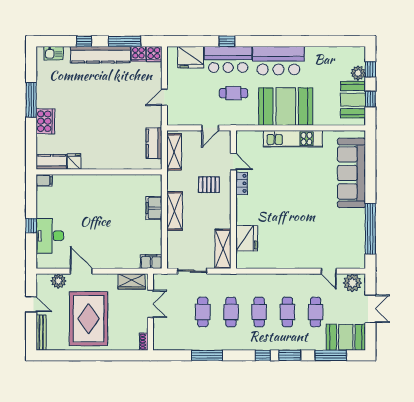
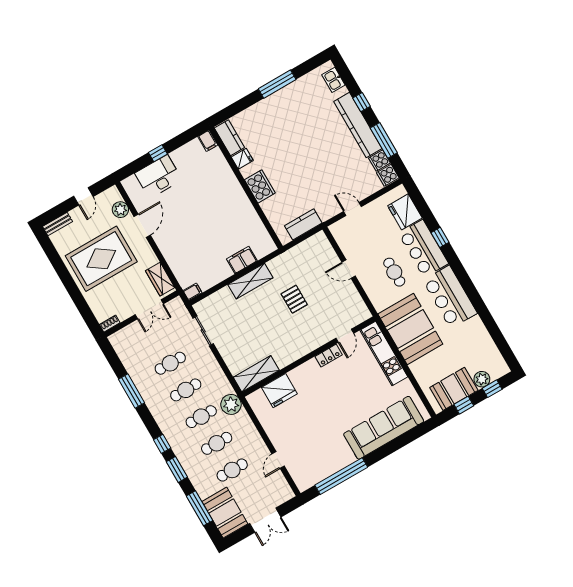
cooker: (45, 121) -> (260, 186), moved, turned -90
shelving: (174, 152) -> (306, 248), removed
door: (233, 162) -> (345, 336), moved
locker: (242, 183) -> (329, 356), moved
wall: (233, 200) -> (309, 357), moved
fridge: (247, 238) -> (279, 391), moved
shelving: (223, 249) -> (256, 374), moved
filing cabinet: (151, 262) -> (193, 292), width x0.50
plant: (352, 283) -> (231, 404), moved
bench: (41, 333) -> (58, 224), width x0.73

